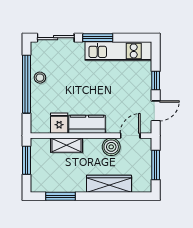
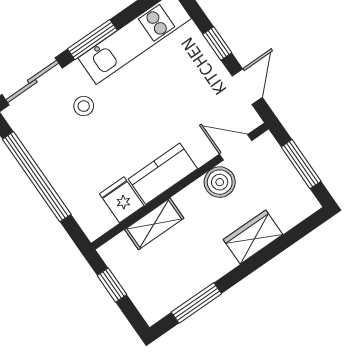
stool: (40, 78) -> (84, 106), moved
door: (130, 136) -> (236, 147), hinge flipped
window: (26, 160) -> (112, 285), width x0.67
wardrobe: (109, 184) -> (253, 237), width x0.67

